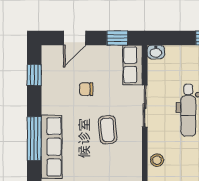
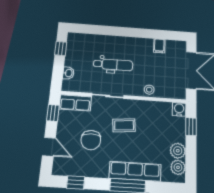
washbasin: (156, 52) -> (68, 73), moved
chair: (86, 89) -> (91, 140), width x1.87, depth x1.87

